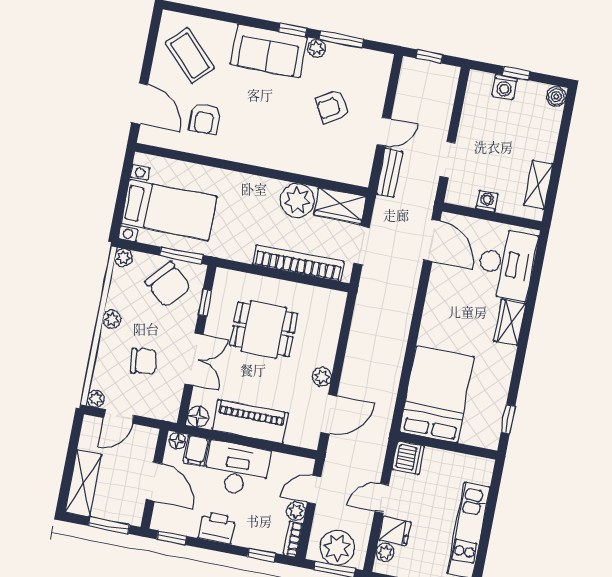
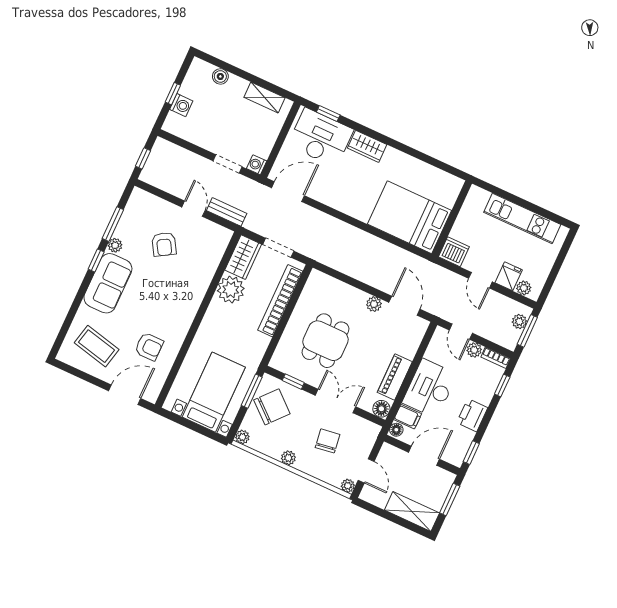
coffee table: (190, 56) -> (97, 346), turned 57
boiler: (556, 96) -> (220, 76), moved
washing machine: (487, 201) -> (257, 165), moved
window: (508, 419) -> (328, 113), moved
piano: (250, 421) -> (395, 377), width x0.73, depth x0.75
plant: (337, 548) -> (519, 322), width x0.53, depth x0.53

